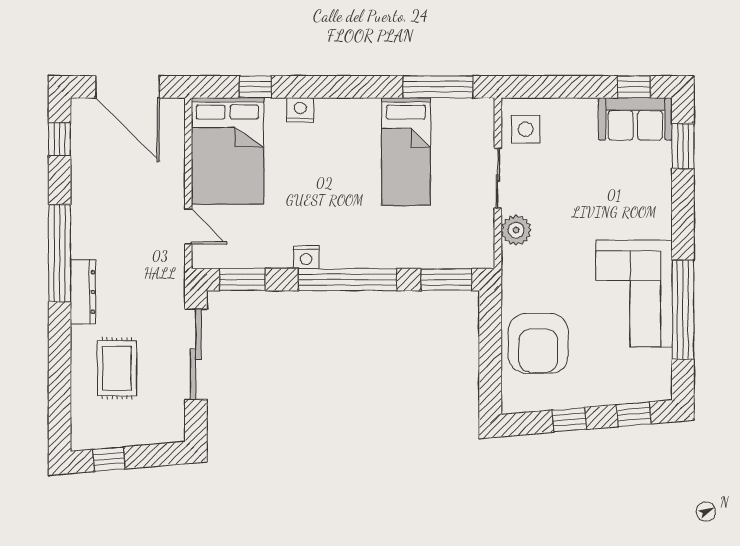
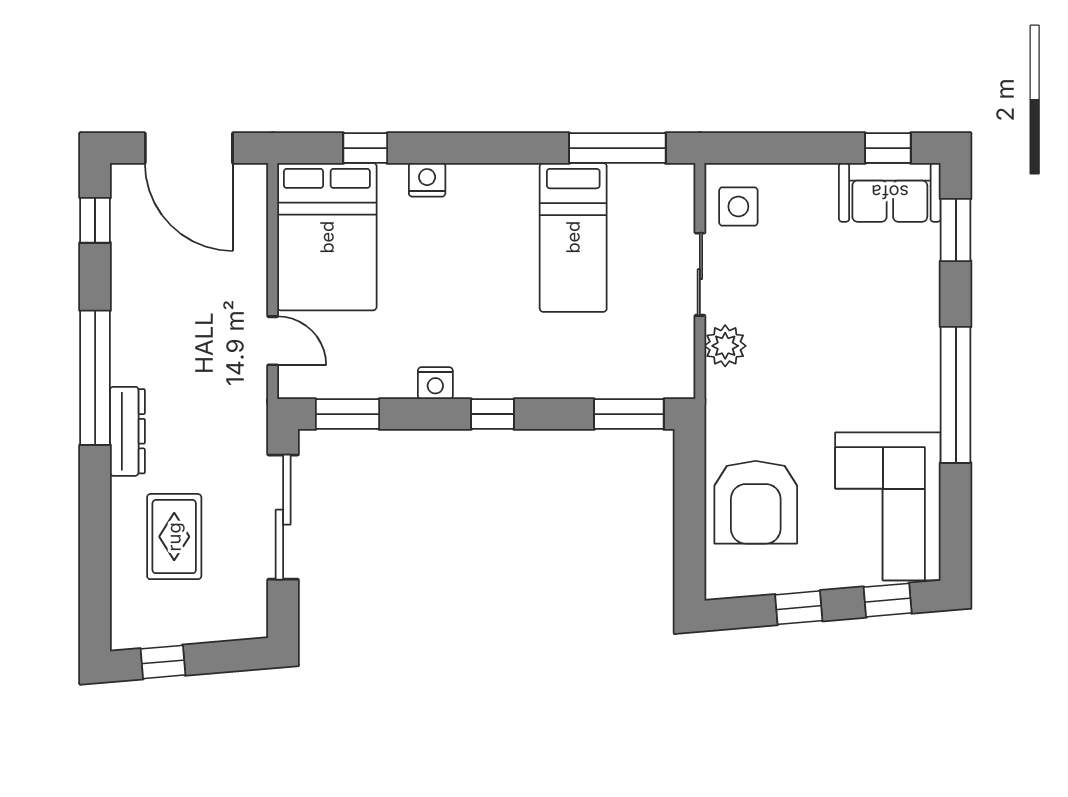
window: (348, 280) -> (493, 414), width x0.32
corner sofa: (634, 293) -> (888, 506), moved
window: (683, 310) -> (956, 395), moved

